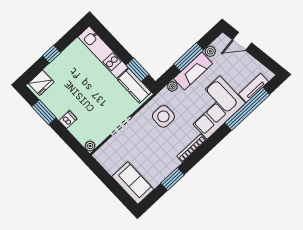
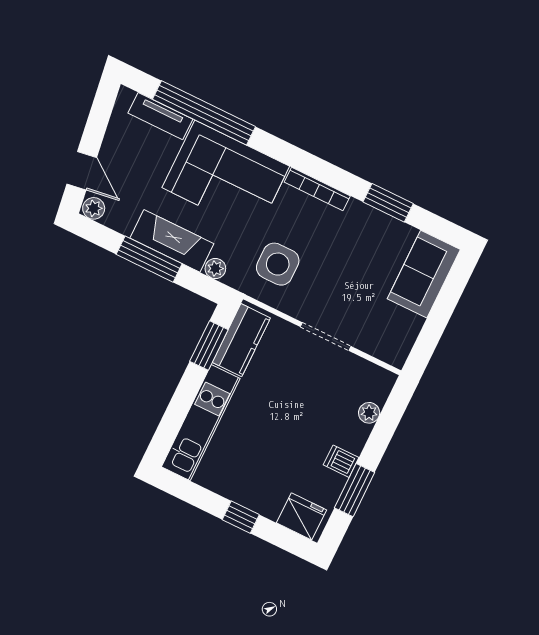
plant: (210, 51) -> (94, 208), moved
dishwasher: (68, 120) -> (341, 461), moved
plant: (90, 146) -> (369, 413), moved

